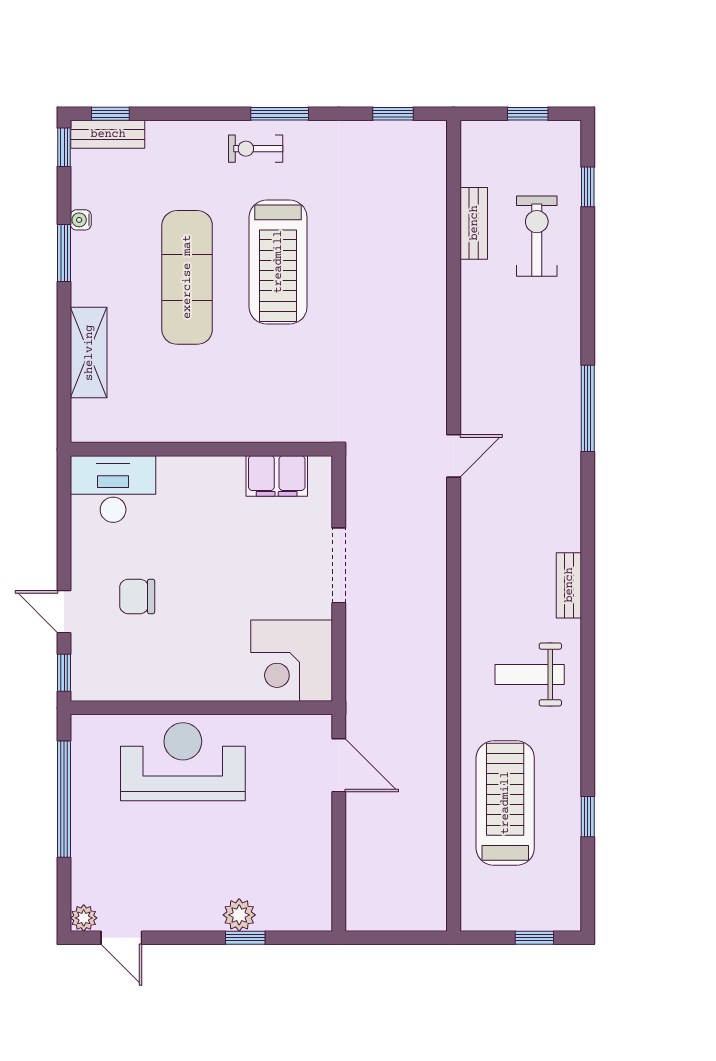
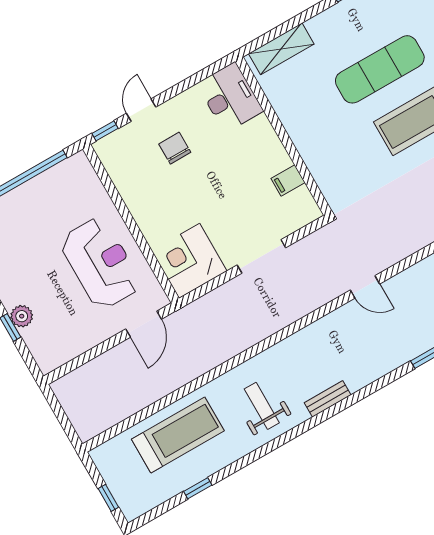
shelving: (89, 353) -> (281, 49), moved
filing cabinet: (277, 476) -> (288, 180), width x0.50
reception desk: (183, 762) -> (101, 263), moved

